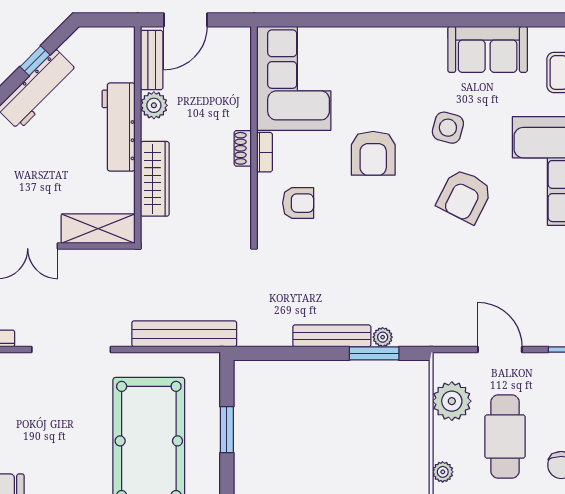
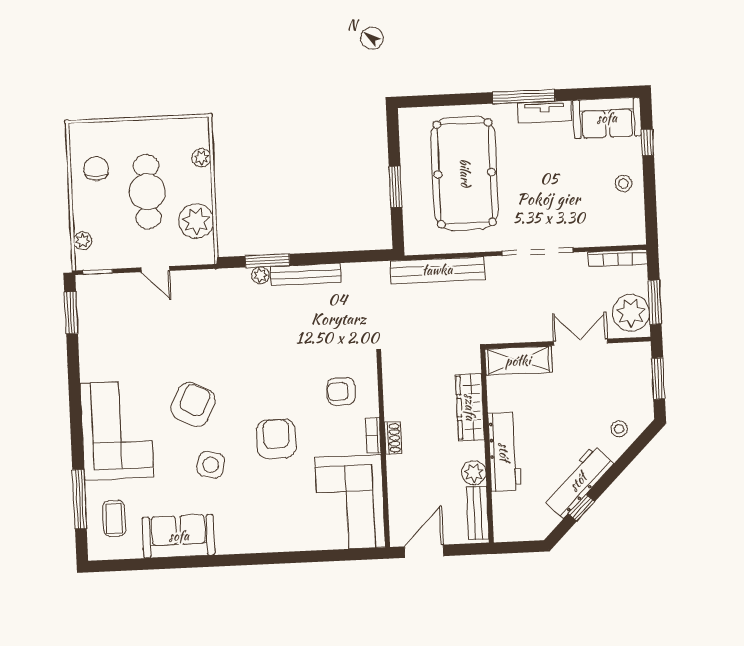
door: (185, 20) -> (424, 551), moved
door: (500, 349) -> (155, 269), width x0.73

